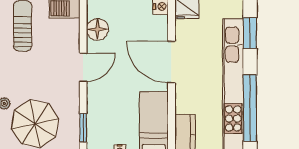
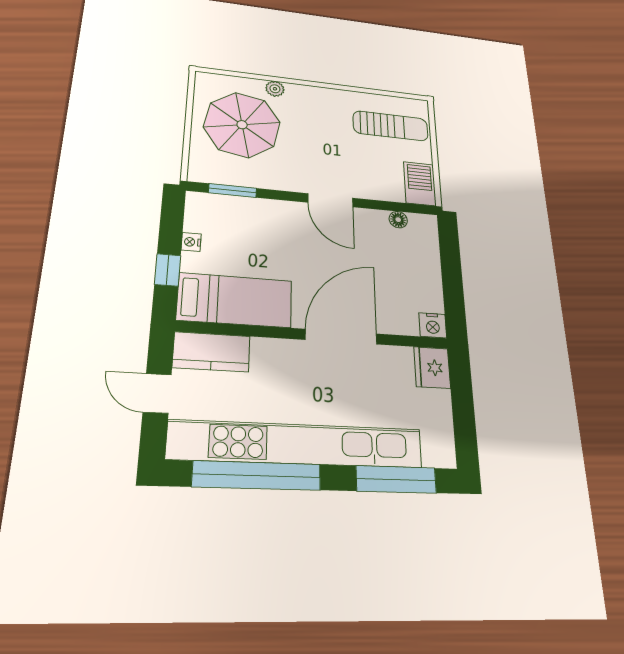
floor lamp: (97, 29) -> (398, 220), width x0.53, depth x0.53
window: (250, 33) -> (396, 479), width x1.44

